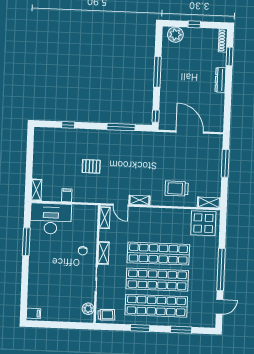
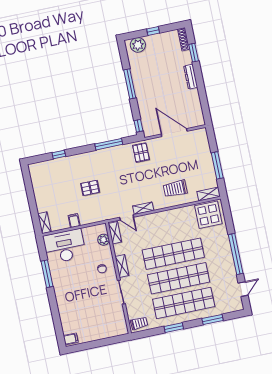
pallet: (151, 144) -> (141, 153), added
window: (225, 163) -> (217, 165), moved
plant: (88, 309) -> (103, 240), moved

